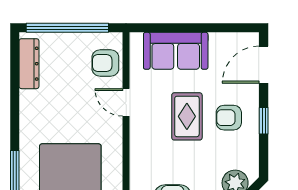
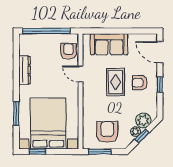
armchair: (105, 63) -> (69, 51), turned 90
dresser: (29, 64) -> (24, 70), moved
door: (264, 65) -> (160, 52), hinge flipped

